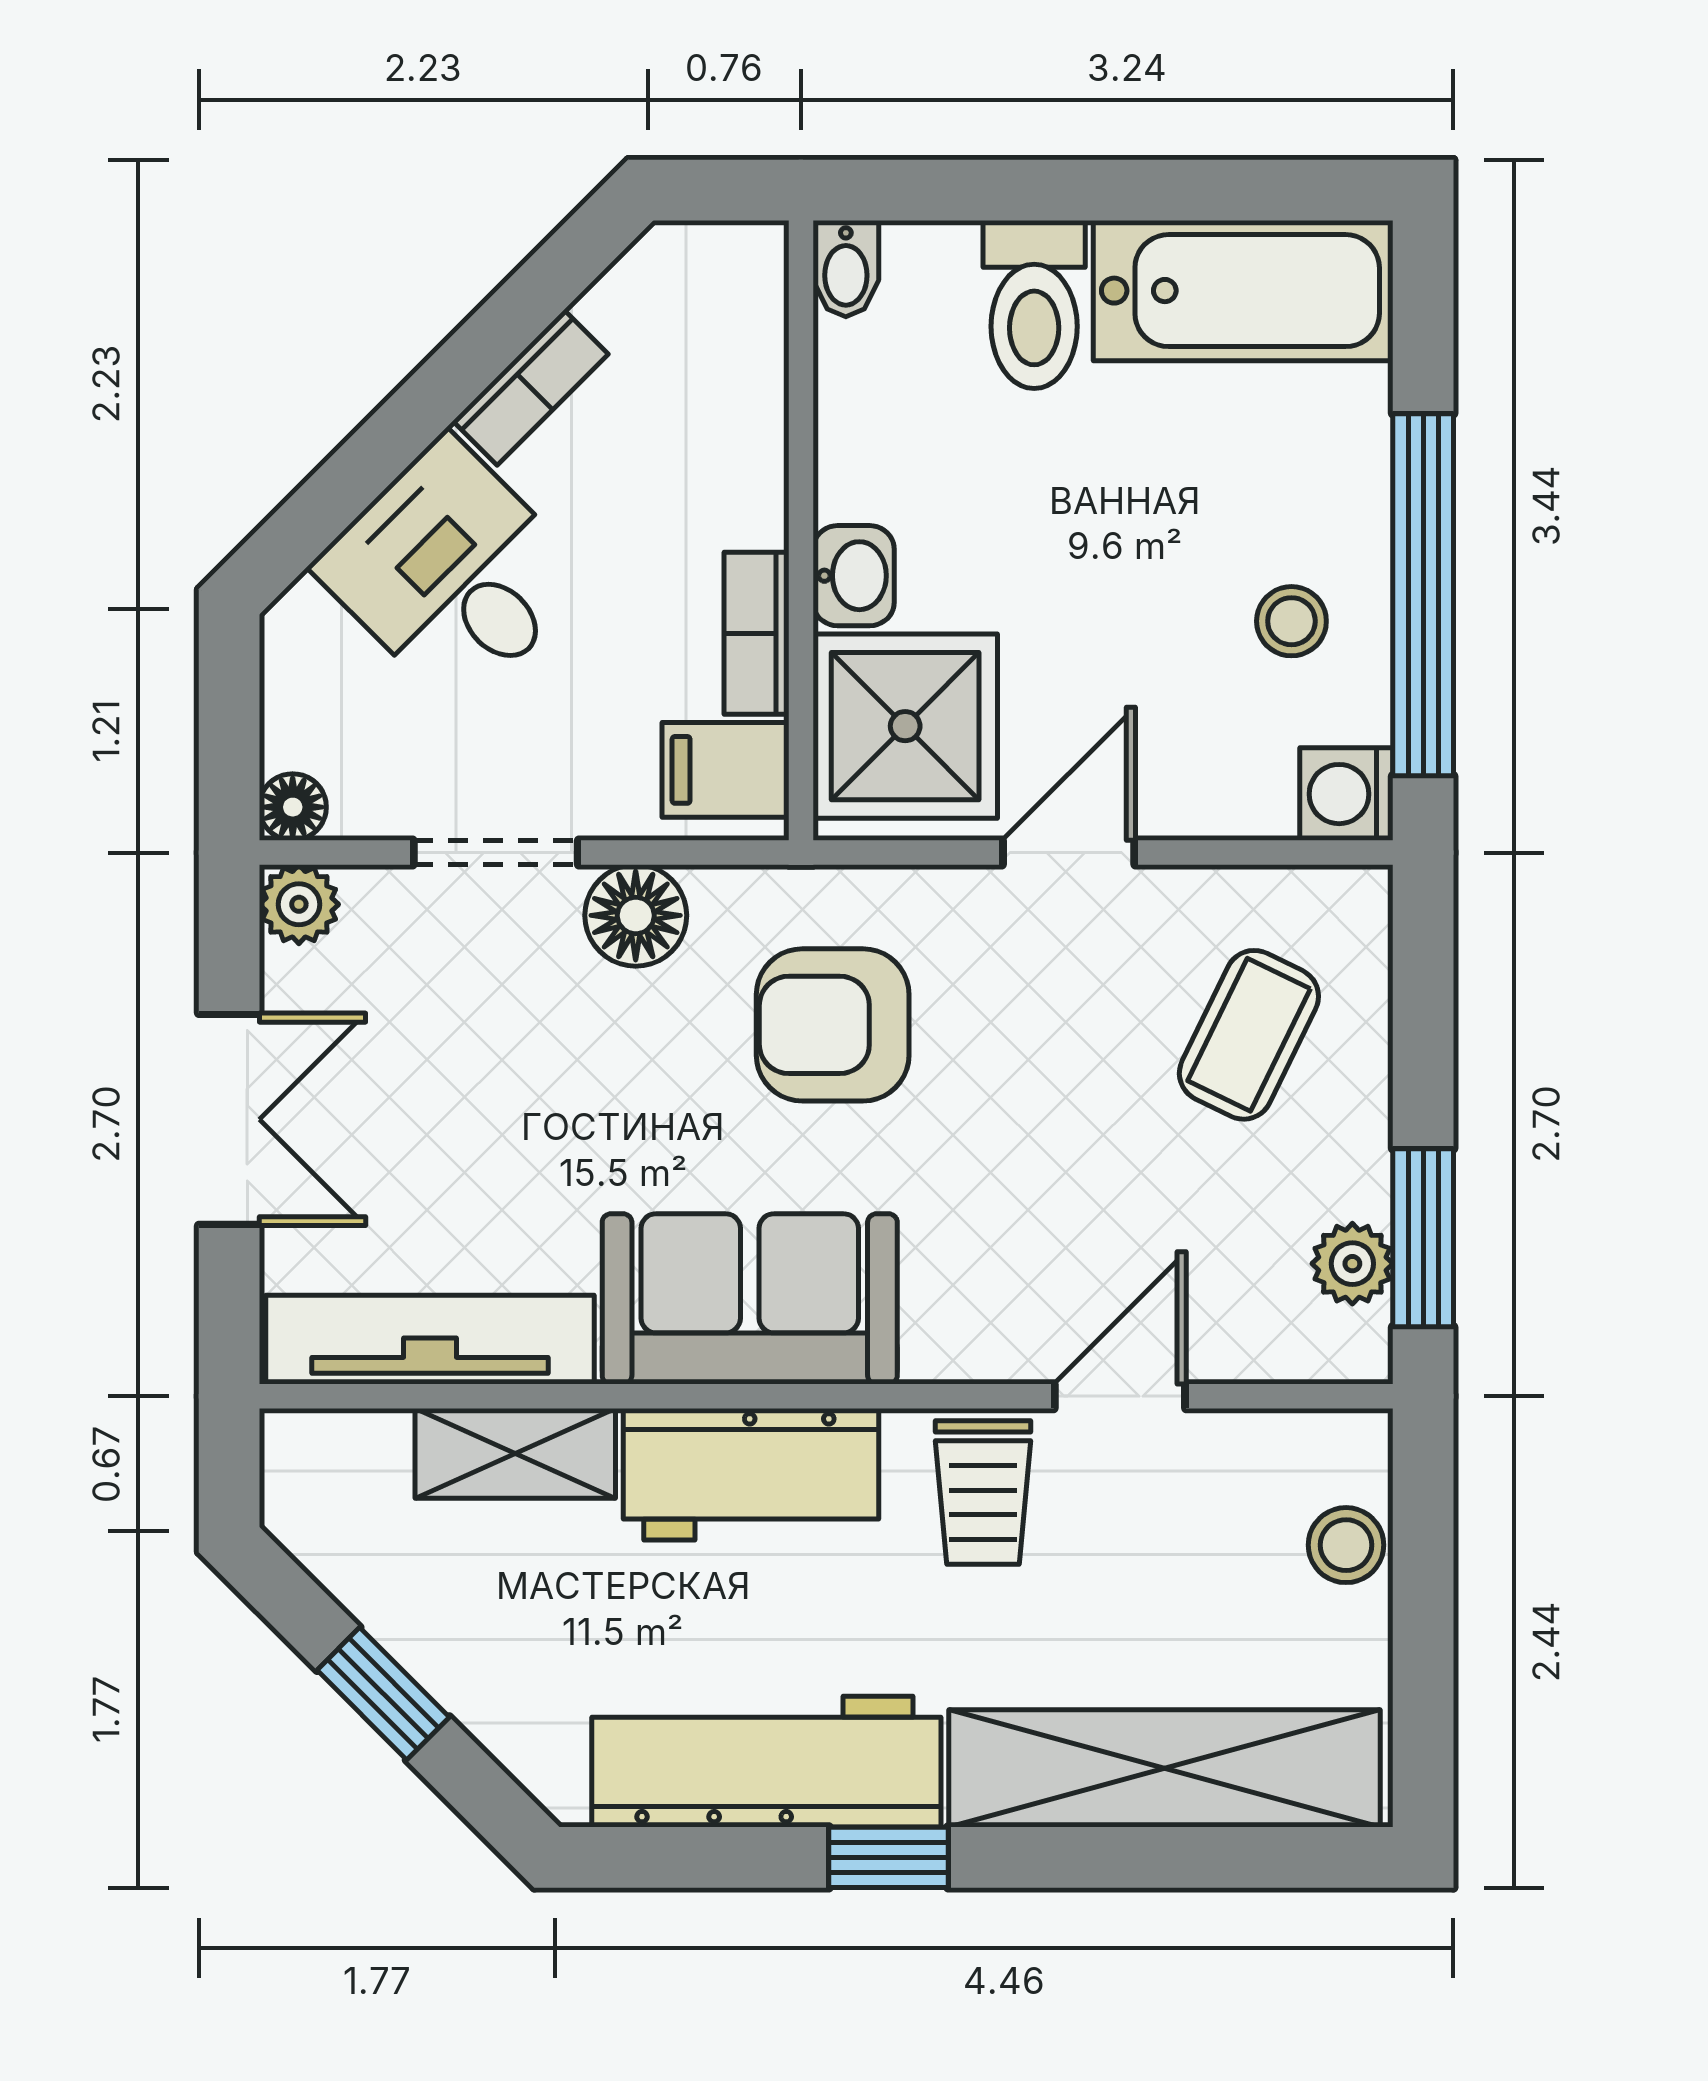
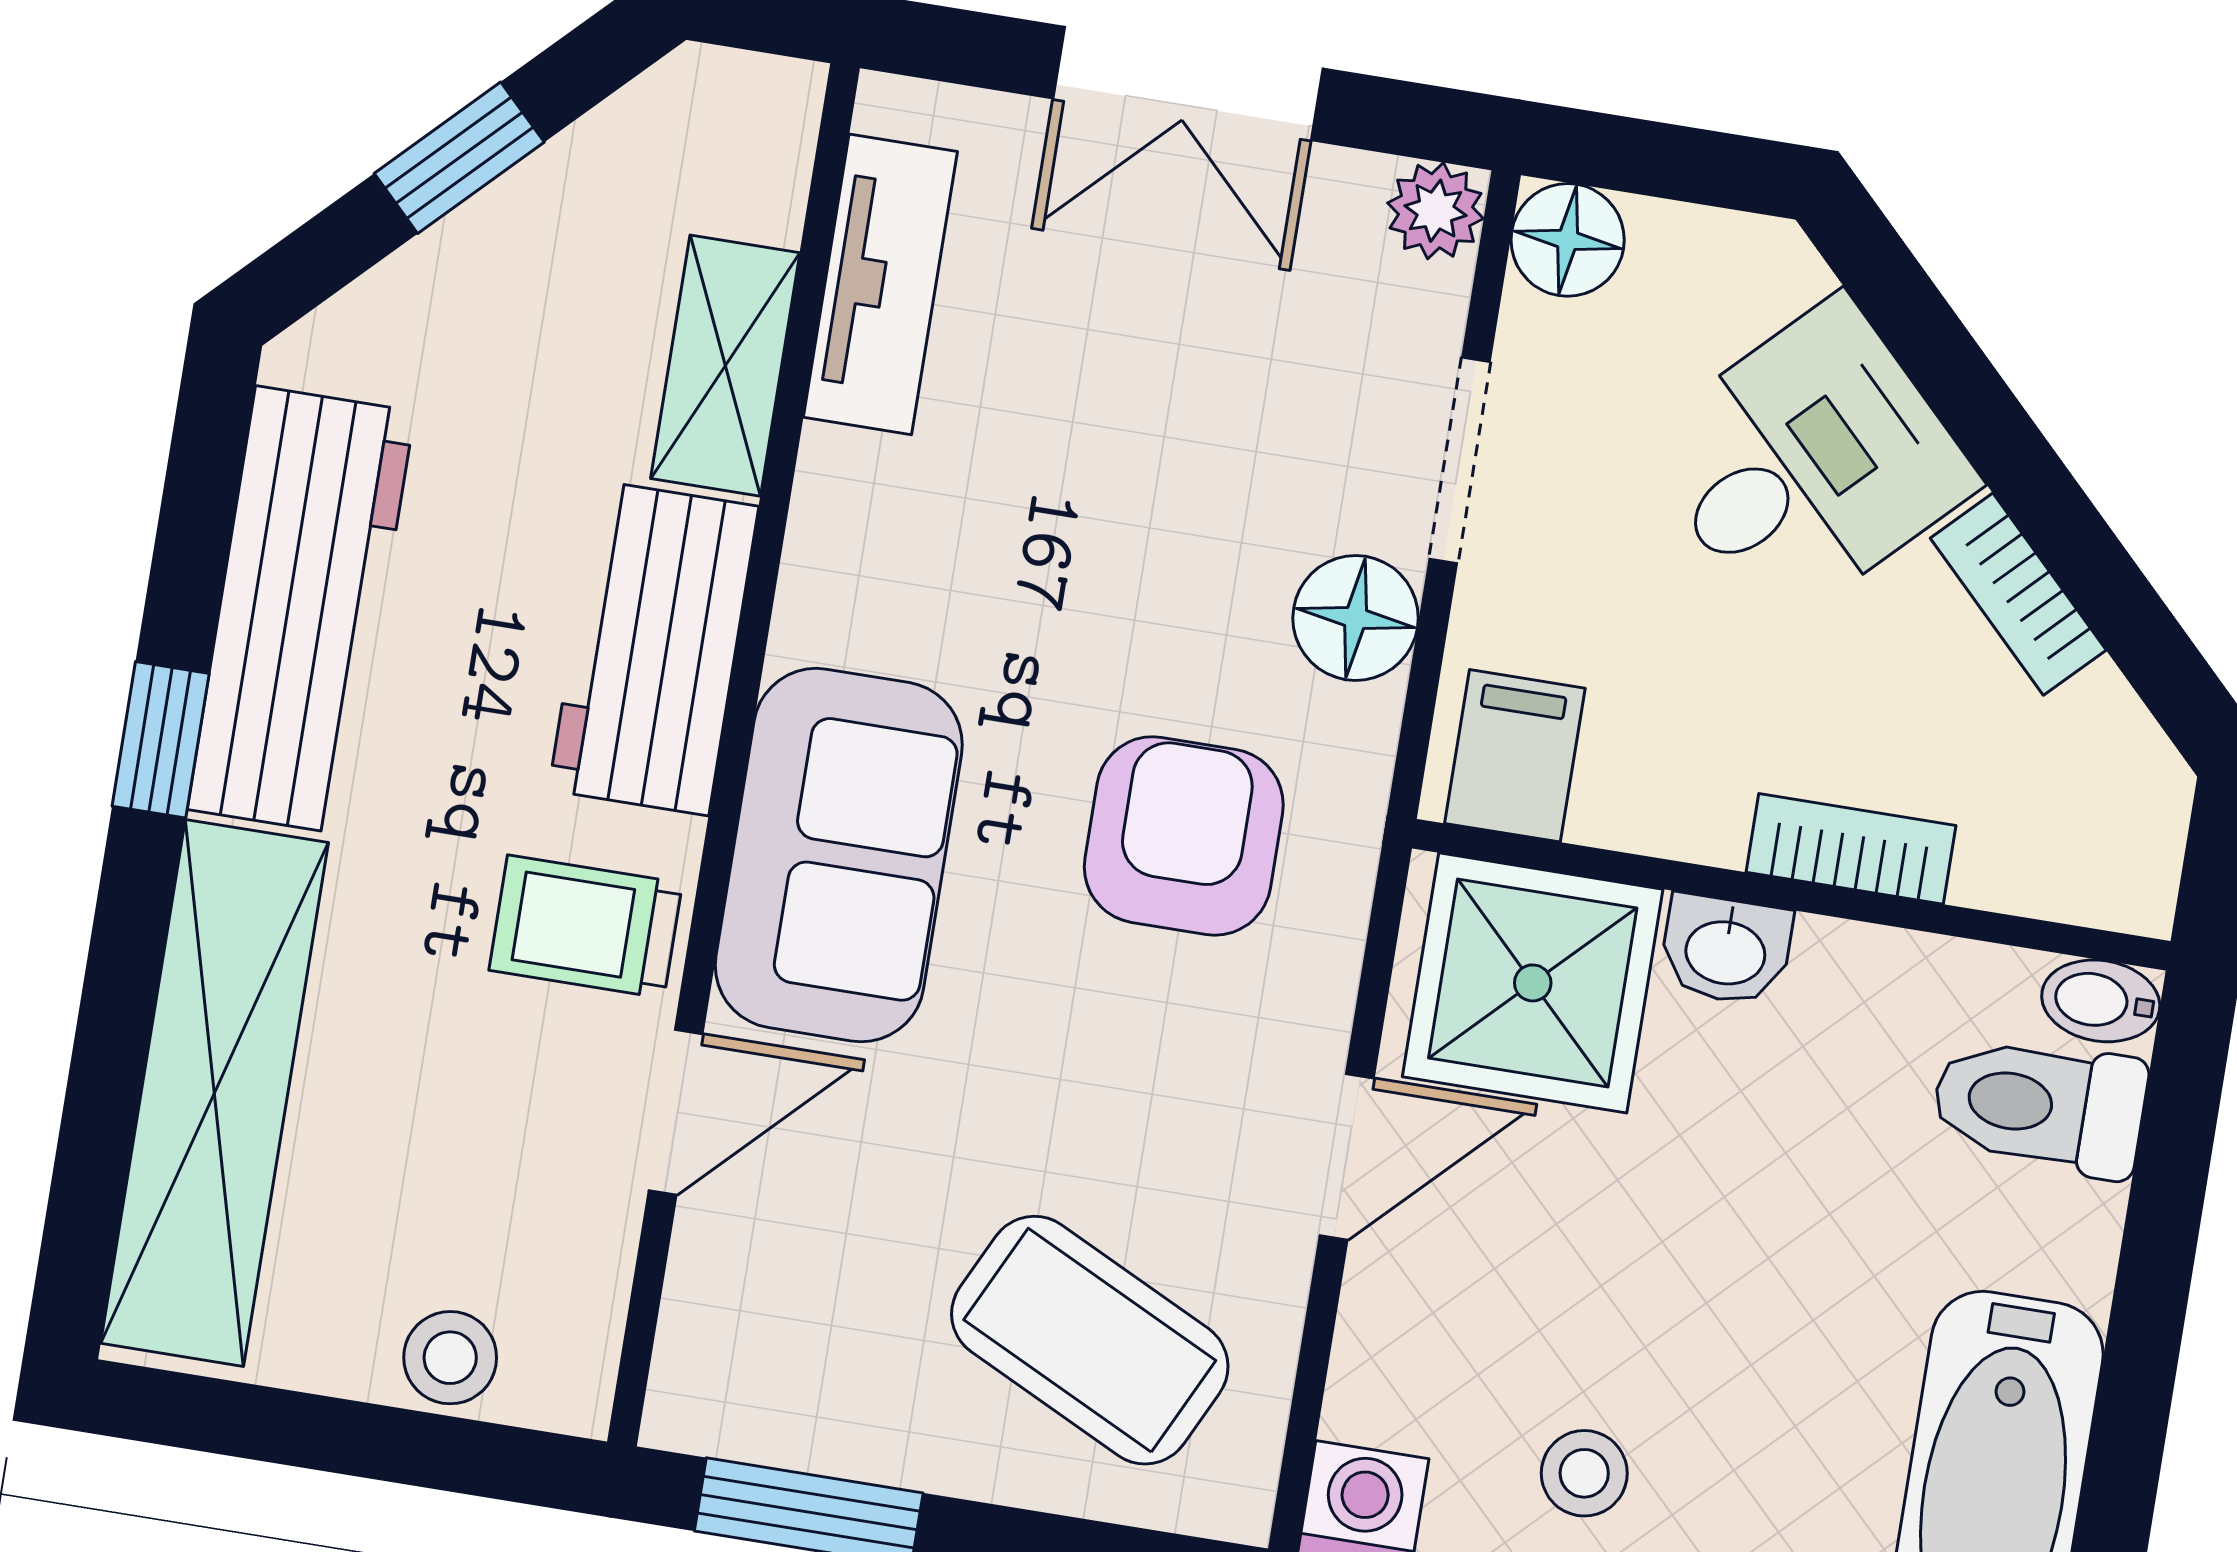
toilet: (1034, 304) -> (2039, 1106), moved
bookcase: (756, 633) -> (1851, 849), moved
floor lamp: (293, 807) -> (1568, 240), width x1.37, depth x1.37
door: (1069, 853) -> (1347, 1157), hinge flipped
coffee table: (1249, 1035) -> (1090, 1340), width x1.36, depth x1.30
plant: (1352, 1264) -> (791, 1421), removed
sofa: (750, 1299) -> (839, 855), moved
tv unit: (430, 1340) -> (880, 284), width x0.71
door: (1120, 1396) -> (676, 1112), hinge flipped

